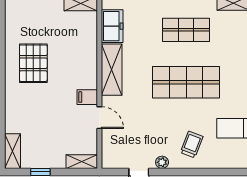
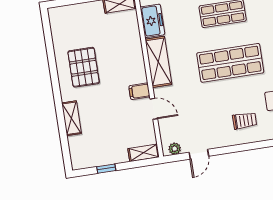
trolley: (192, 145) -> (245, 121), turned 69
shelving: (13, 151) -> (71, 118), moved
plant: (162, 162) -> (175, 149), moved

